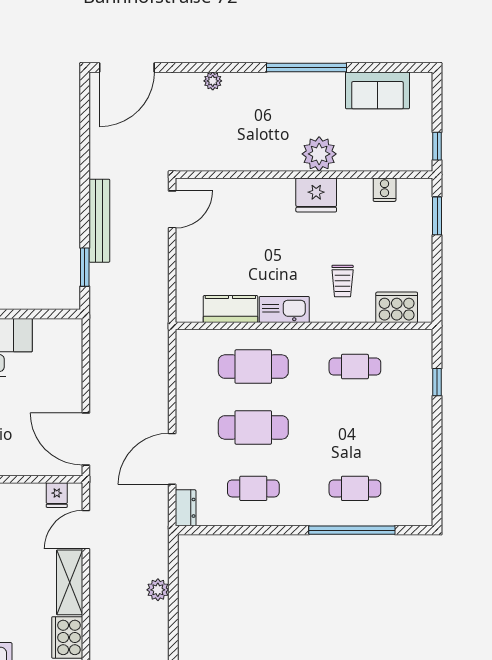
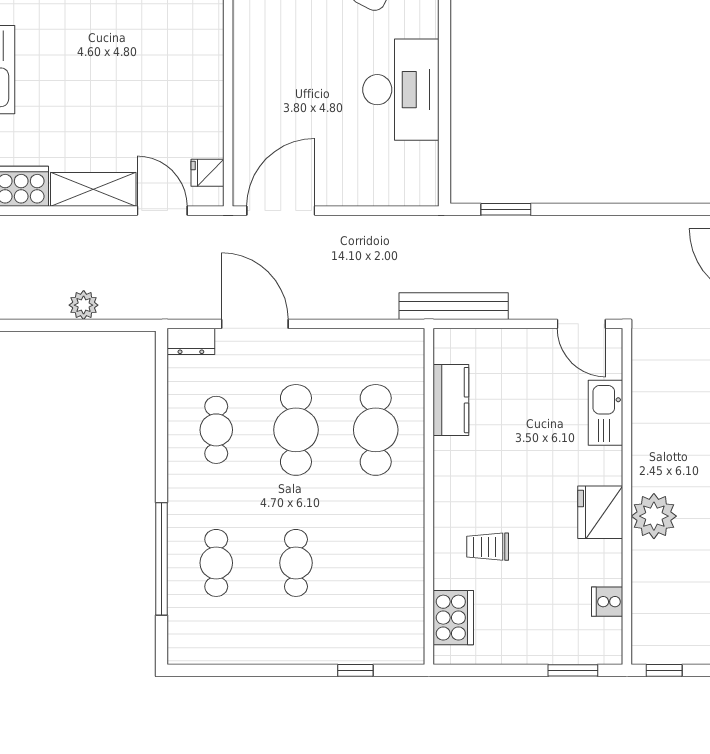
bench: (99, 221) -> (454, 306), moved
kitchen sink: (284, 309) -> (606, 413), moved, turned 180
cafe table: (355, 367) -> (296, 563), moved

